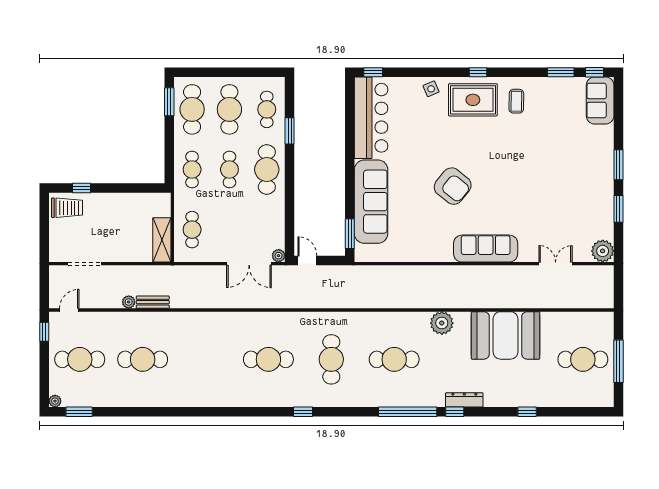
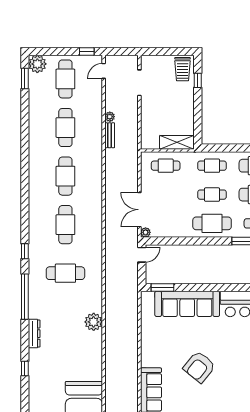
shelving: (162, 240) -> (177, 142), moved
door: (69, 310) -> (104, 71), swing flipped
plant: (442, 323) -> (94, 322), moved
cafe table: (394, 359) -> (65, 176), moved
dresser: (464, 400) -> (34, 334), moved
plant: (55, 401) -> (37, 64), width x1.88, depth x1.88
window: (408, 412) -> (25, 297), moved

